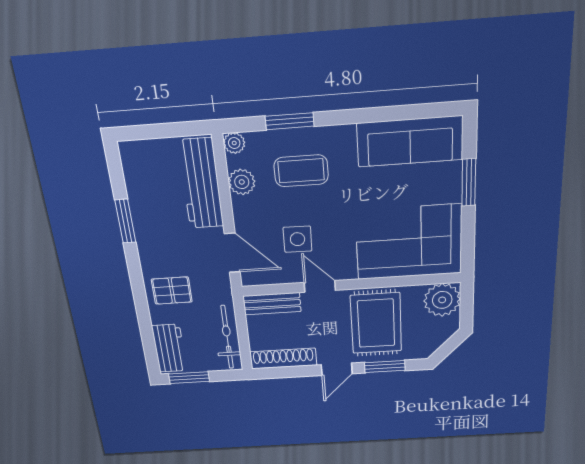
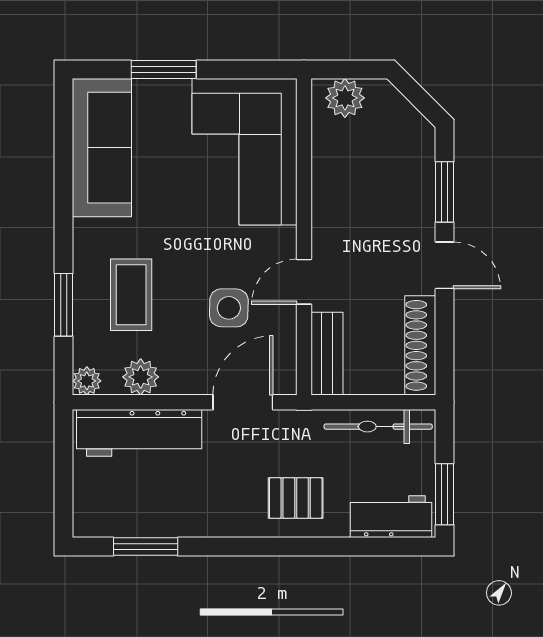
window: (125, 221) -> (146, 547), moved
pallet: (172, 291) -> (296, 498), turned 90
plant: (442, 300) -> (345, 98), width x0.73, depth x0.73
rug: (376, 323) -> (370, 202), removed

